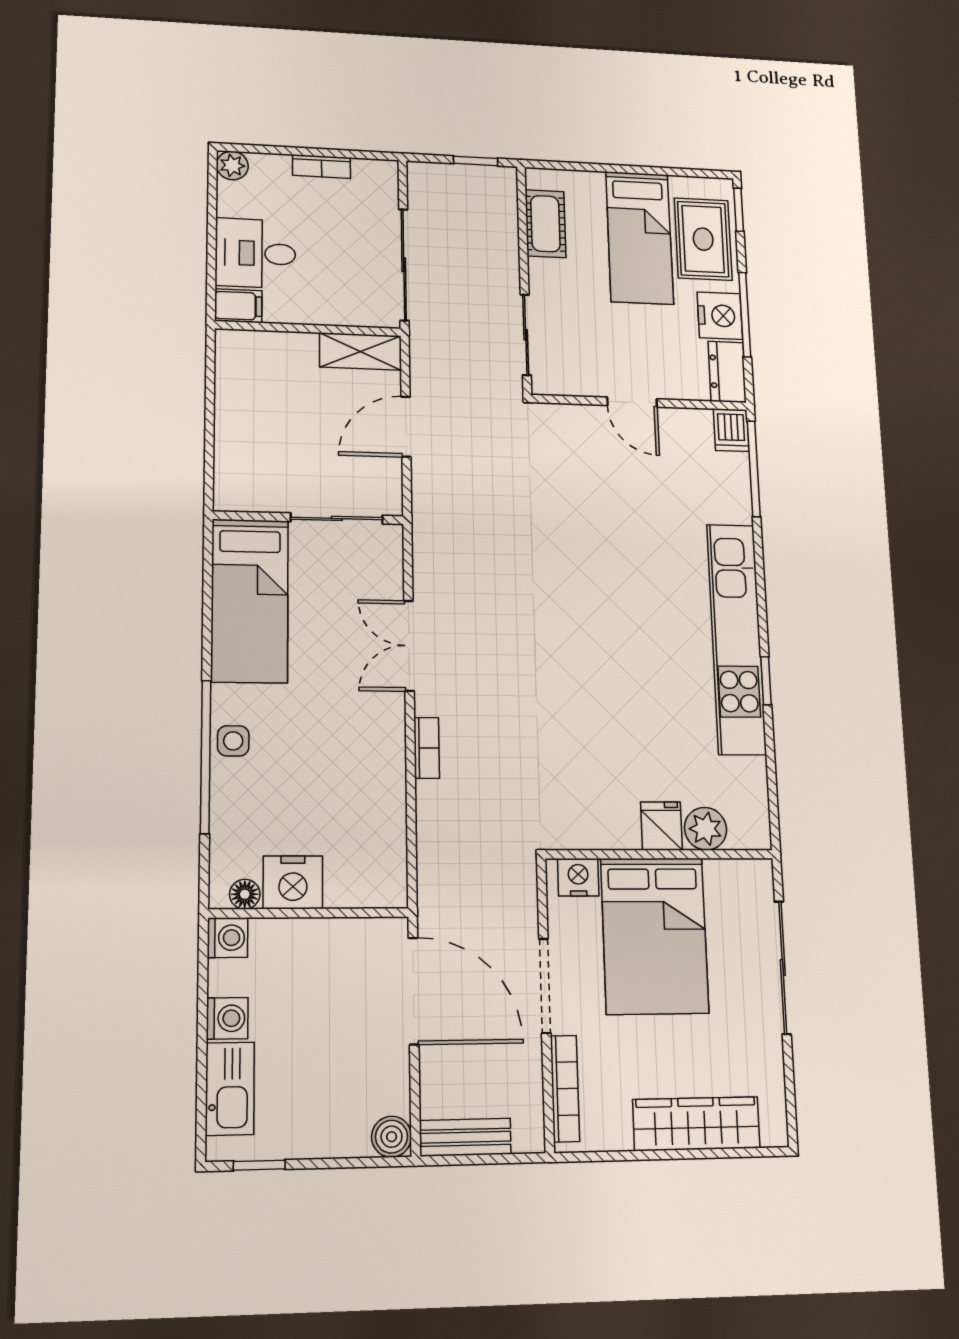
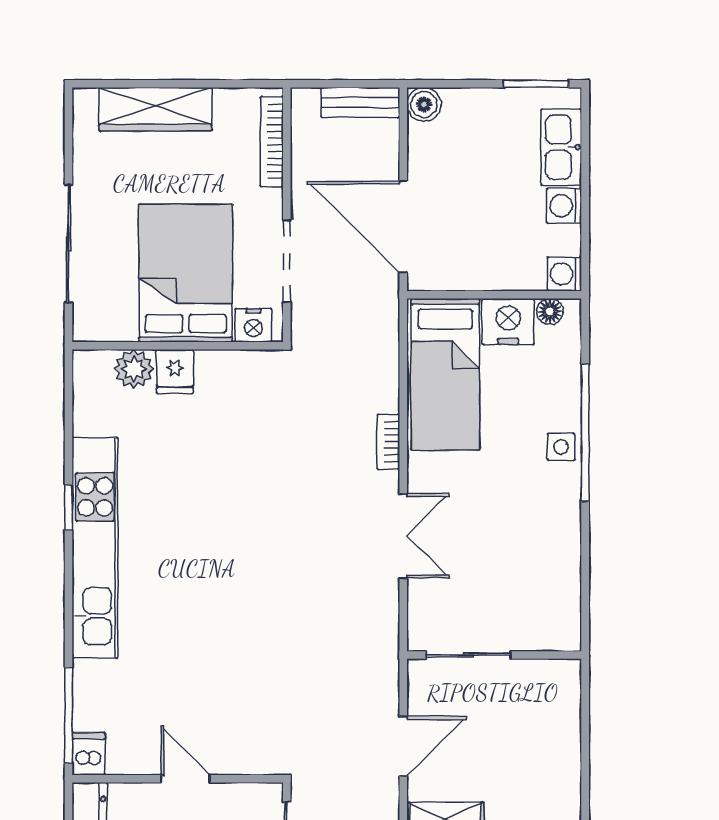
bed: (250, 601) -> (445, 374), moved, turned 180
doorway: (545, 986) -> (287, 261), moved
window: (259, 1165) -> (536, 84), width x1.50

